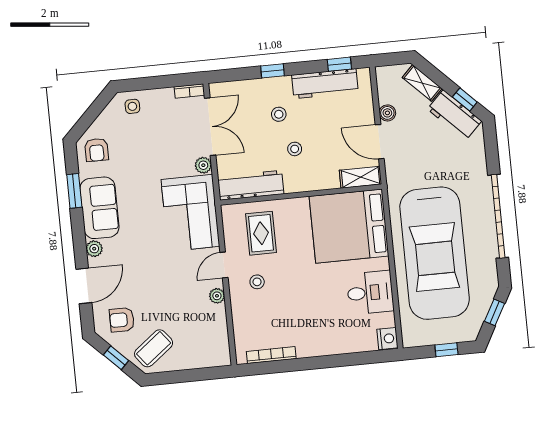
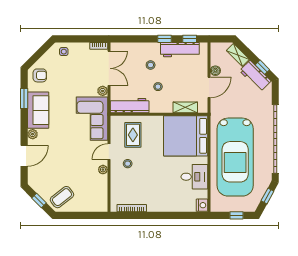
window: (272, 71) -> (165, 39), moved
door: (380, 142) -> (209, 87), swing flipped
armchair: (96, 150) -> (40, 75), turned -90
shelving: (360, 177) -> (185, 107), moved
garage door: (498, 216) -> (275, 139), width x1.36
armchair: (122, 320) -> (45, 178), removed

